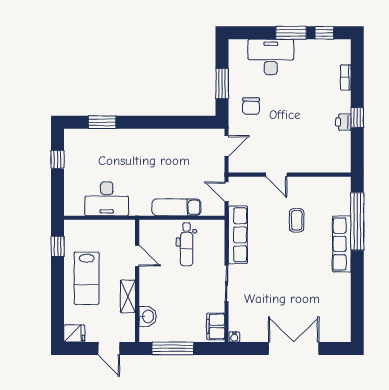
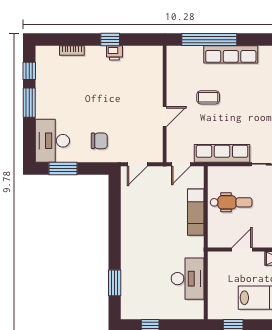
desk: (271, 57) -> (52, 141), moved
window: (222, 83) -> (63, 168), moved
door: (227, 146) -> (137, 164), swing flipped

